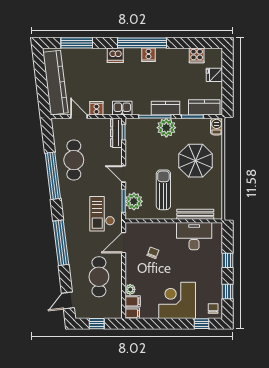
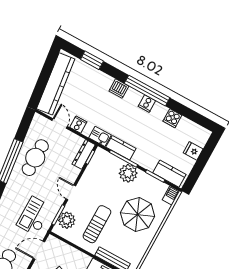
window: (77, 43) -> (92, 60), width x0.69
cooker: (197, 55) -> (172, 118), moved
kitchen counter: (165, 108) -> (121, 148), moved

